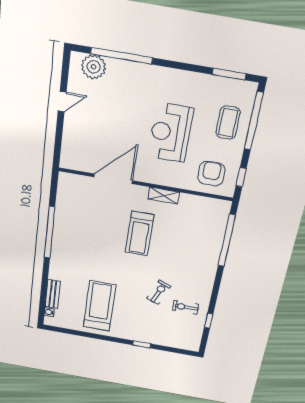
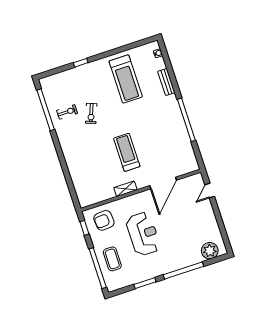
window: (121, 56) -> (183, 270), moved
window: (229, 74) -> (145, 283), moved
door: (62, 102) -> (210, 191), moved
armchair: (211, 174) -> (104, 220), turned 86
window: (227, 240) -> (68, 179), removed
bench: (53, 294) -> (166, 82), moved
window: (209, 321) -> (46, 110), width x3.17

